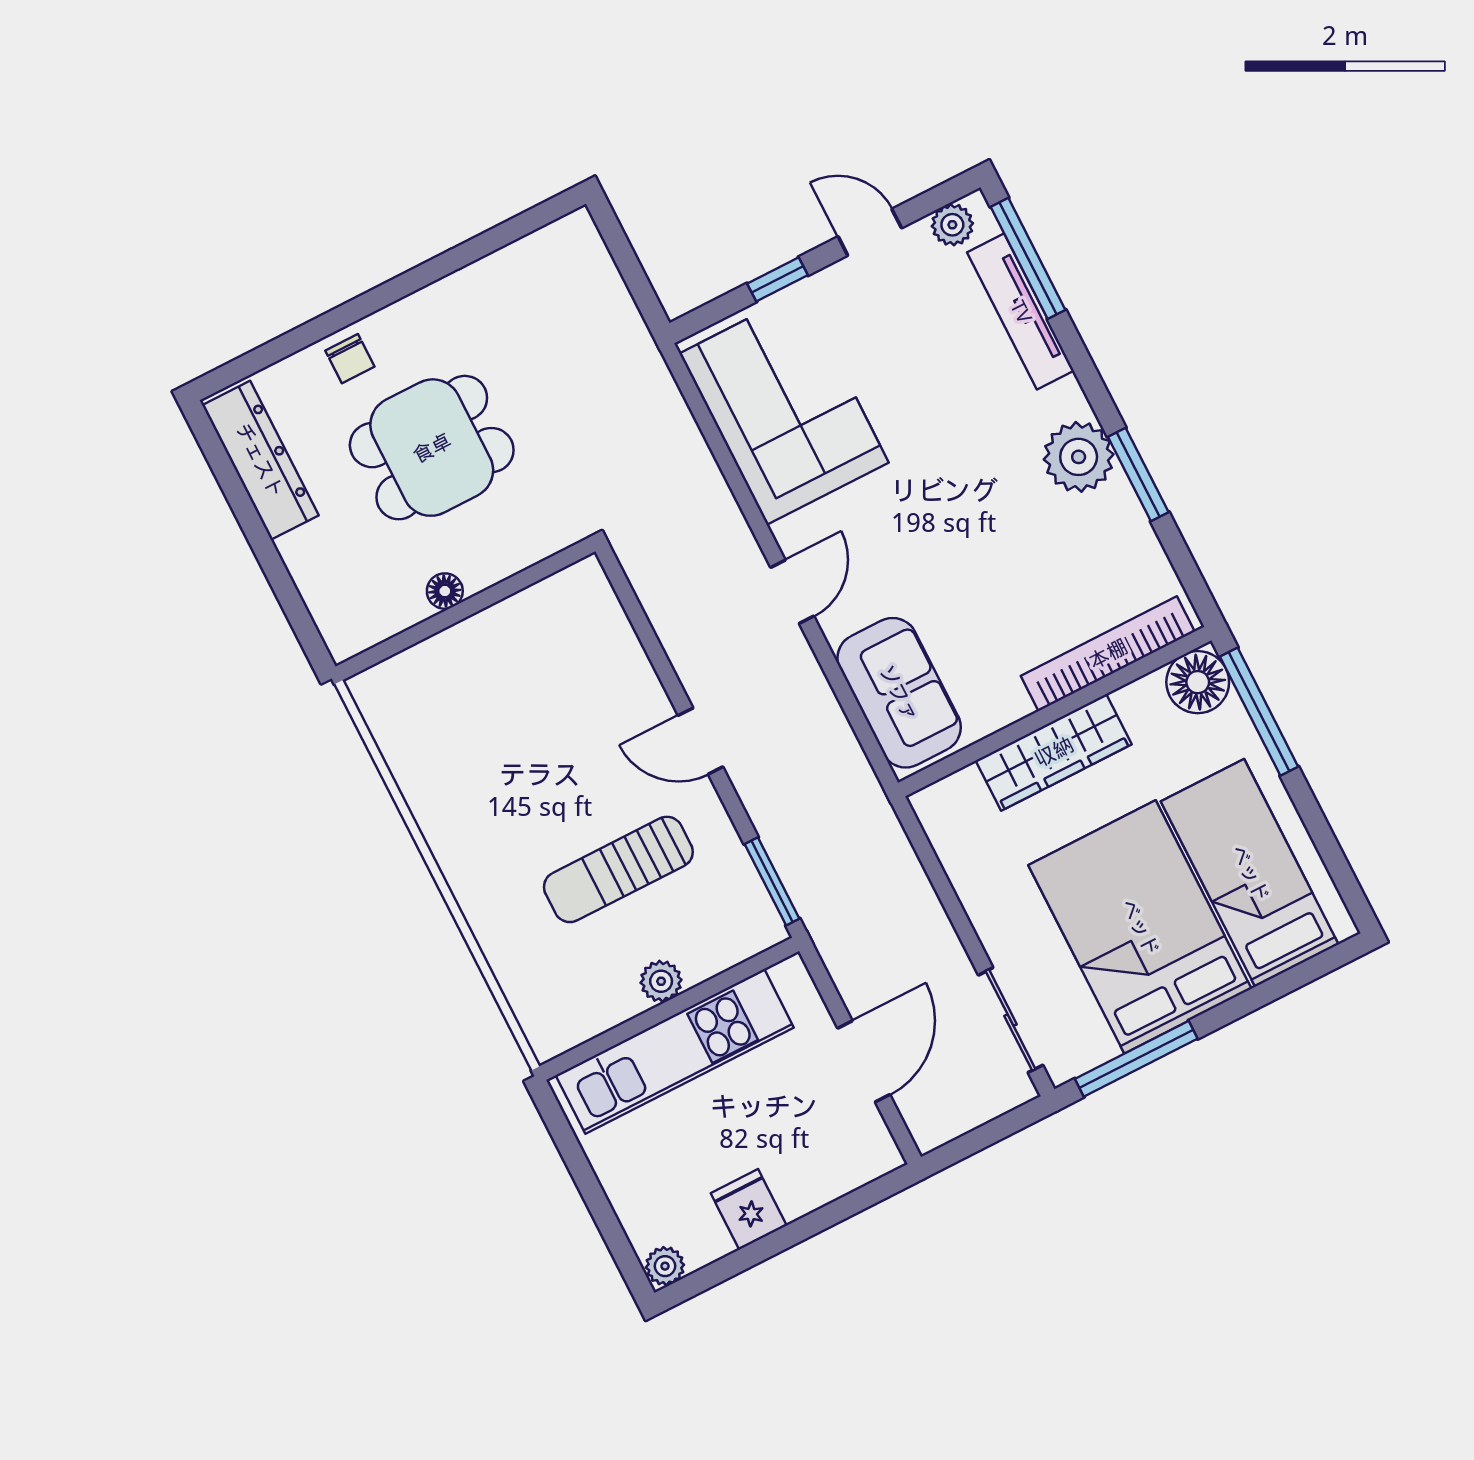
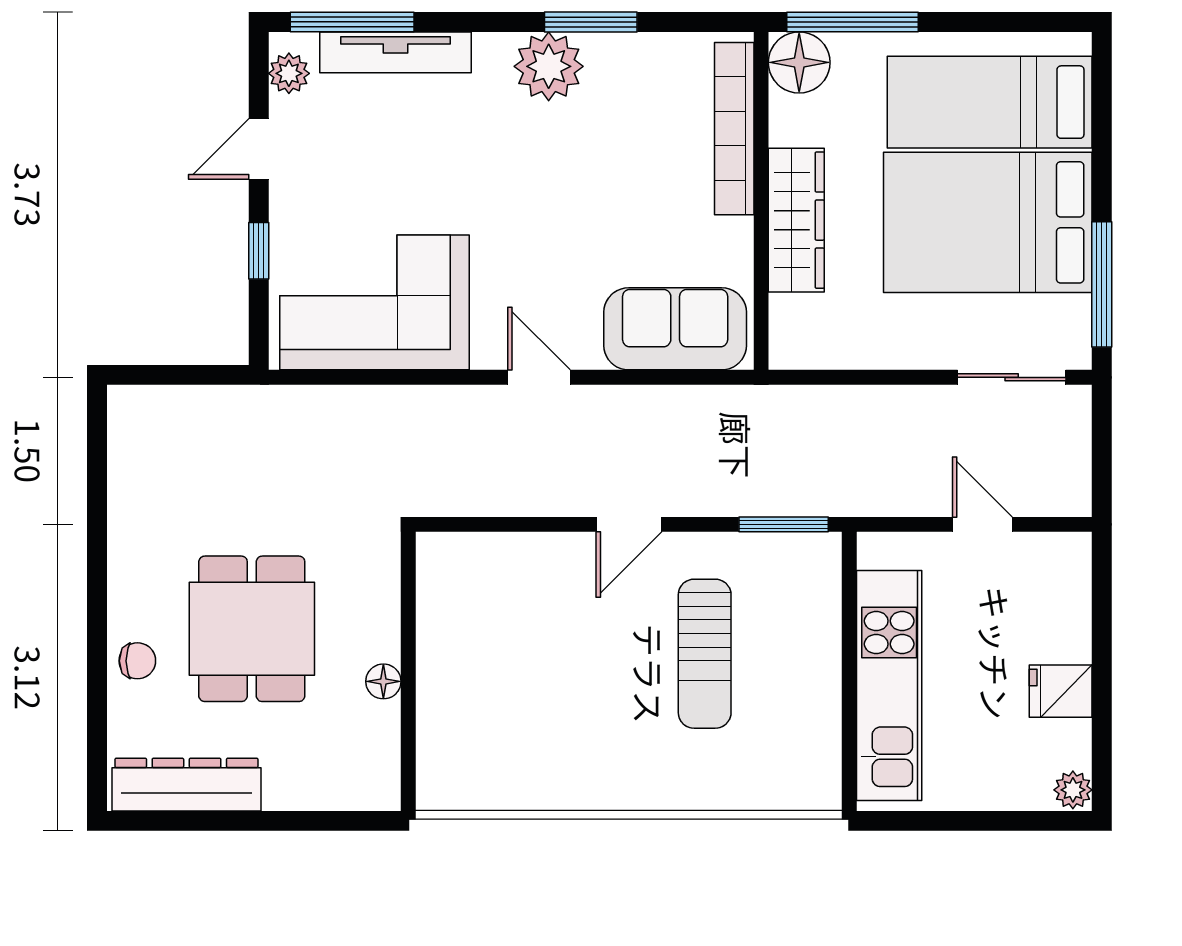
plant: (661, 981) -> (822, 666), removed
door: (864, 1061) -> (982, 524), width x0.73

